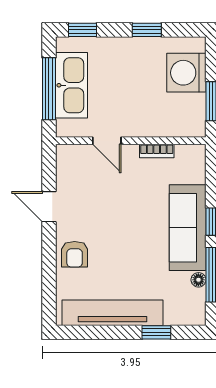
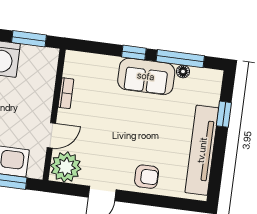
plant: (73, 162) -> (66, 167), added
sofa: (188, 228) -> (146, 76), width x0.73

